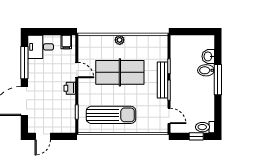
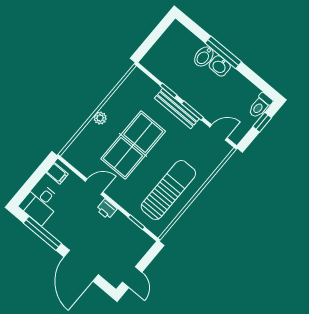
washbasin: (208, 56) -> (220, 66), moved

